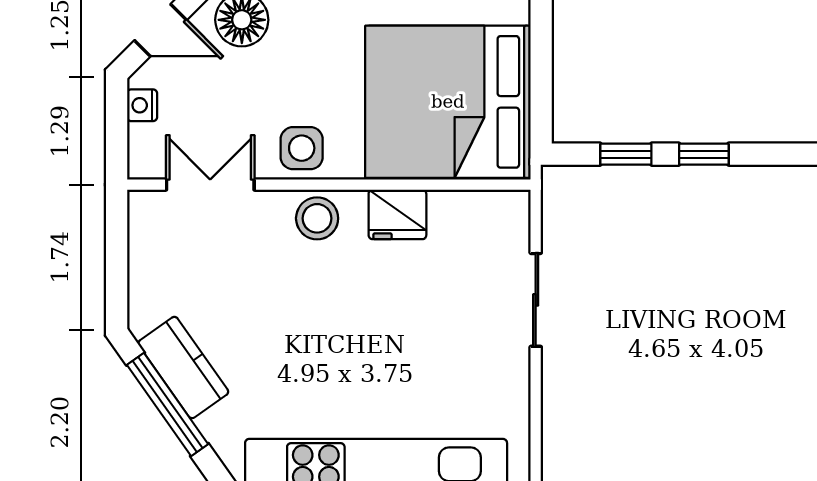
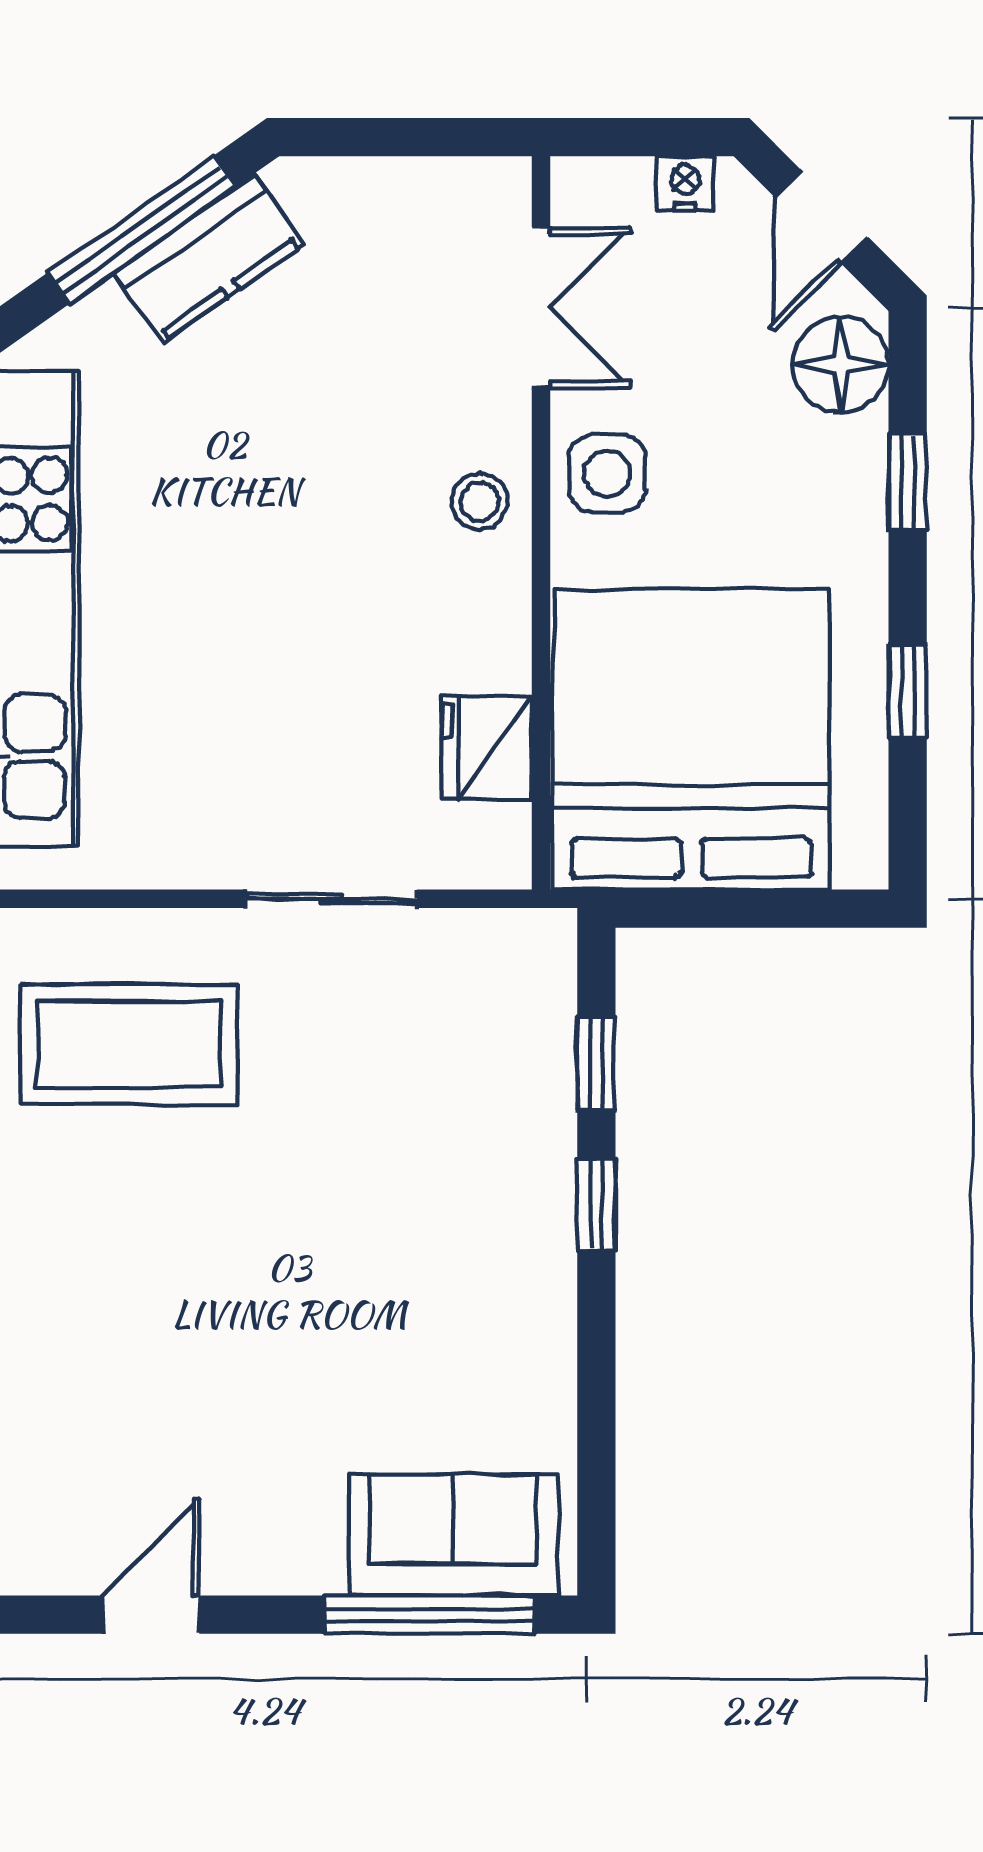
fridge: (397, 214) -> (487, 748), moved
stool: (317, 218) -> (480, 501), width x0.73, depth x0.73
coffee table: (616, 411) -> (129, 1045), added

